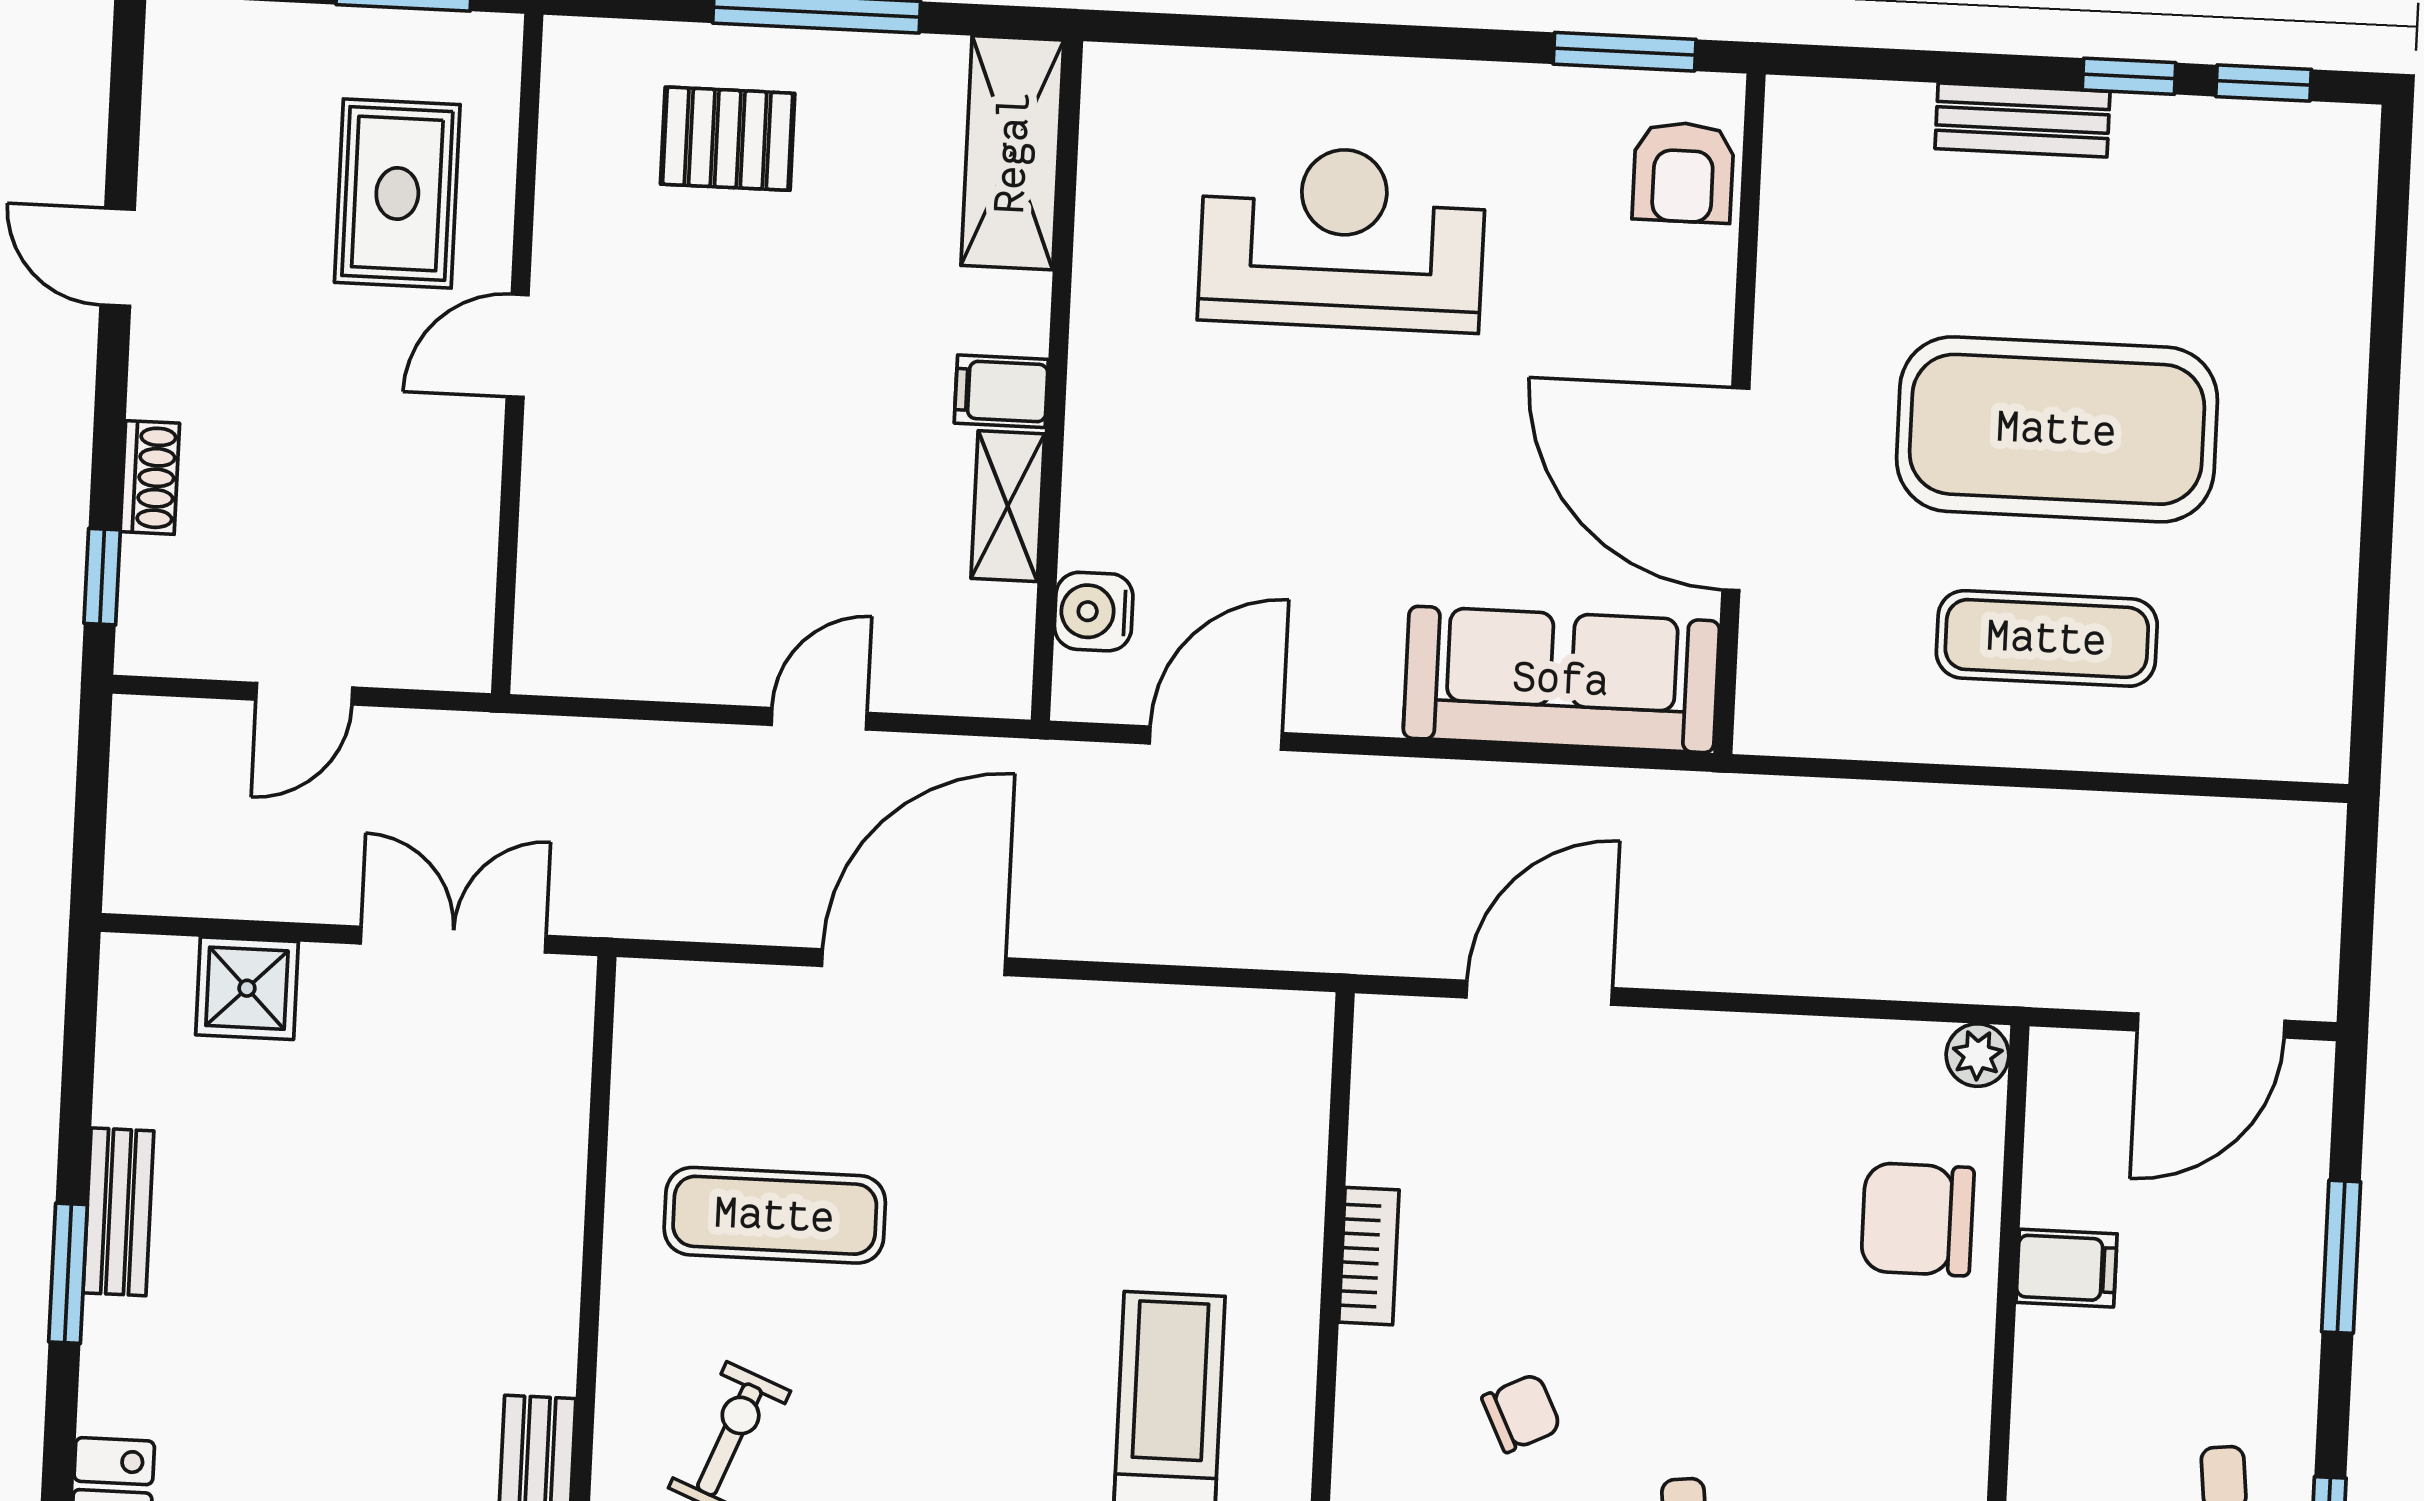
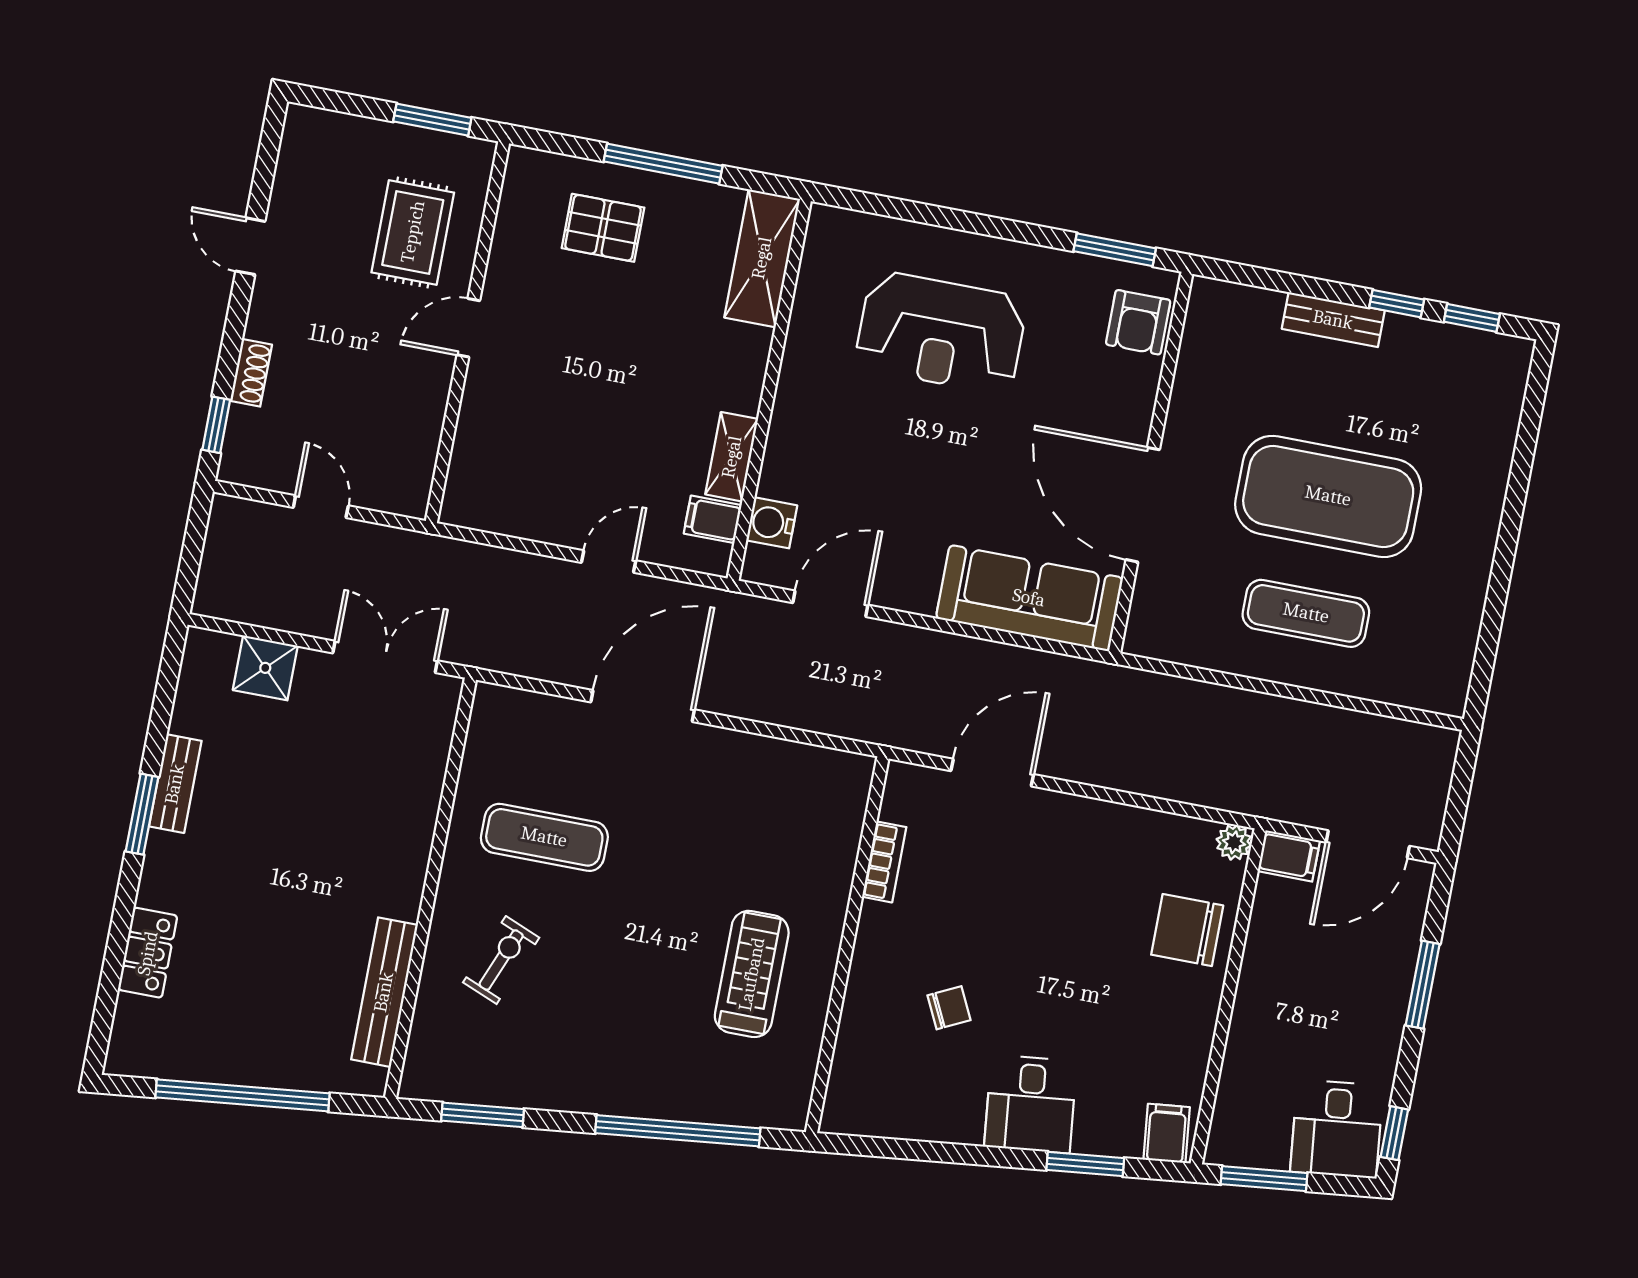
reception desk: (1342, 238) -> (941, 332), turned 180
filing cabinet: (1001, 391) -> (713, 519), moved
door: (304, 694) -> (321, 507), swing flipped
bookcase: (1369, 1256) -> (884, 862), moved
filing cabinet: (2067, 1268) -> (1289, 856), moved

